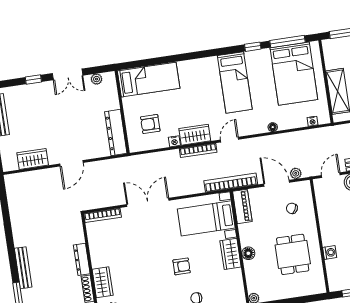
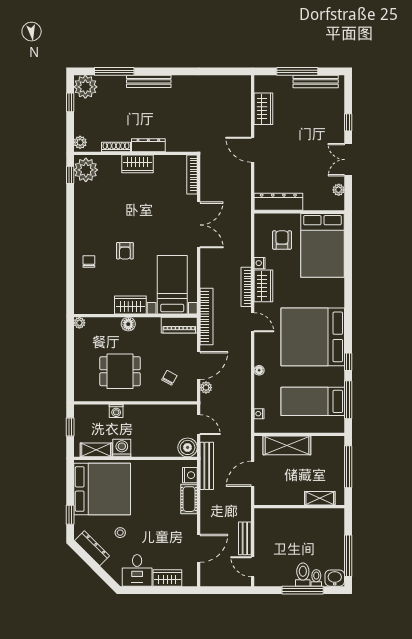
bed: (294, 74) -> (313, 401), width x0.67
bed: (149, 80) -> (322, 245), width x1.50
bed: (235, 82) -> (313, 337), width x2.04
wardrobe: (103, 282) -> (137, 164), moved

